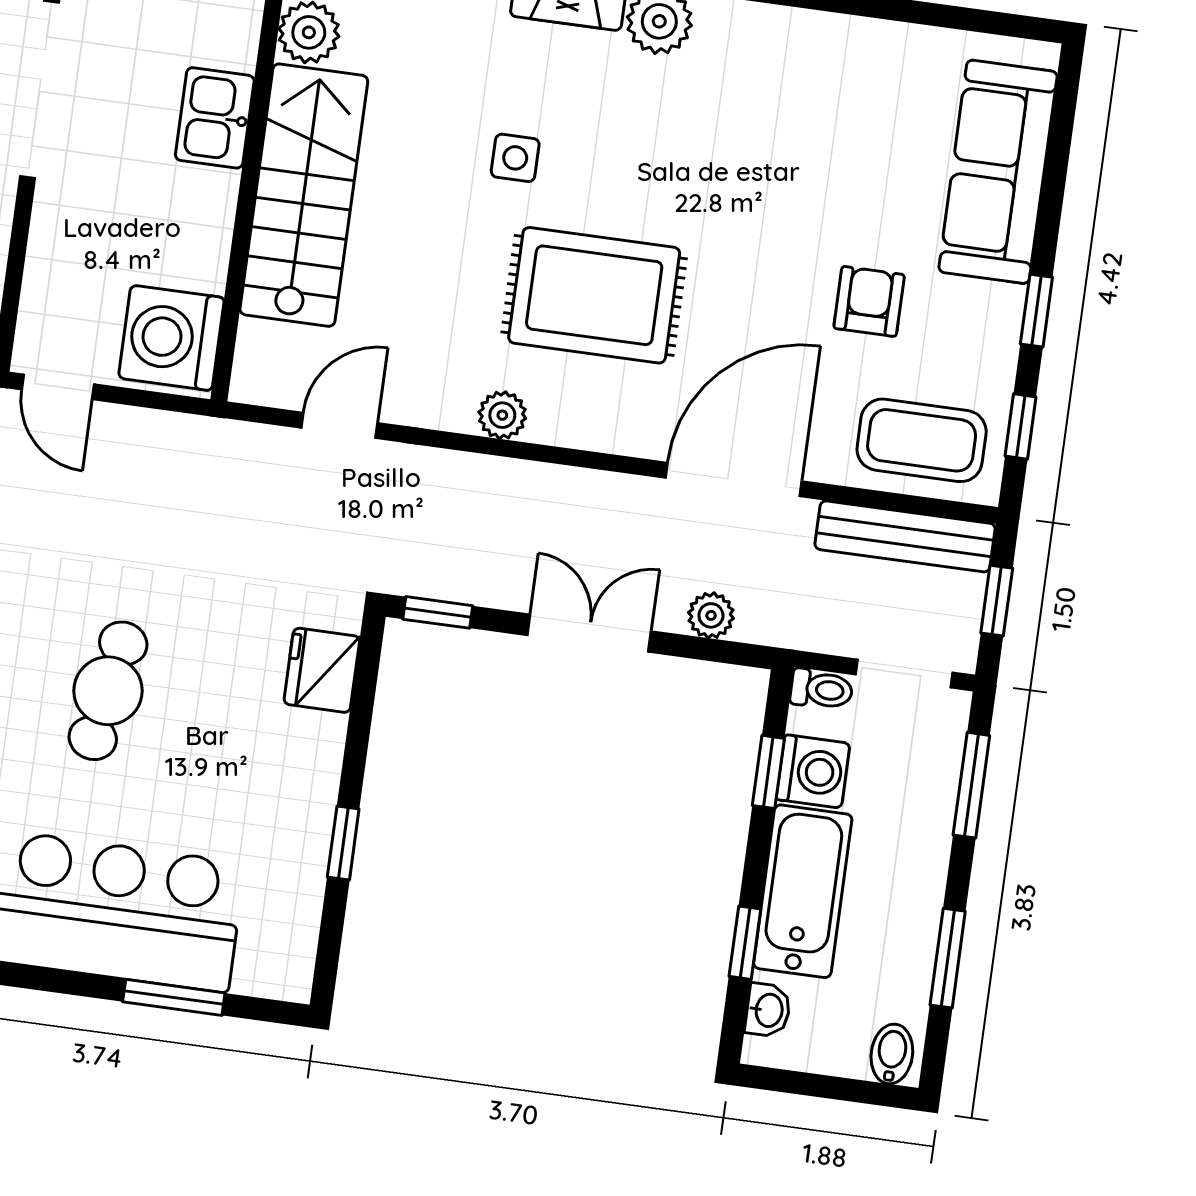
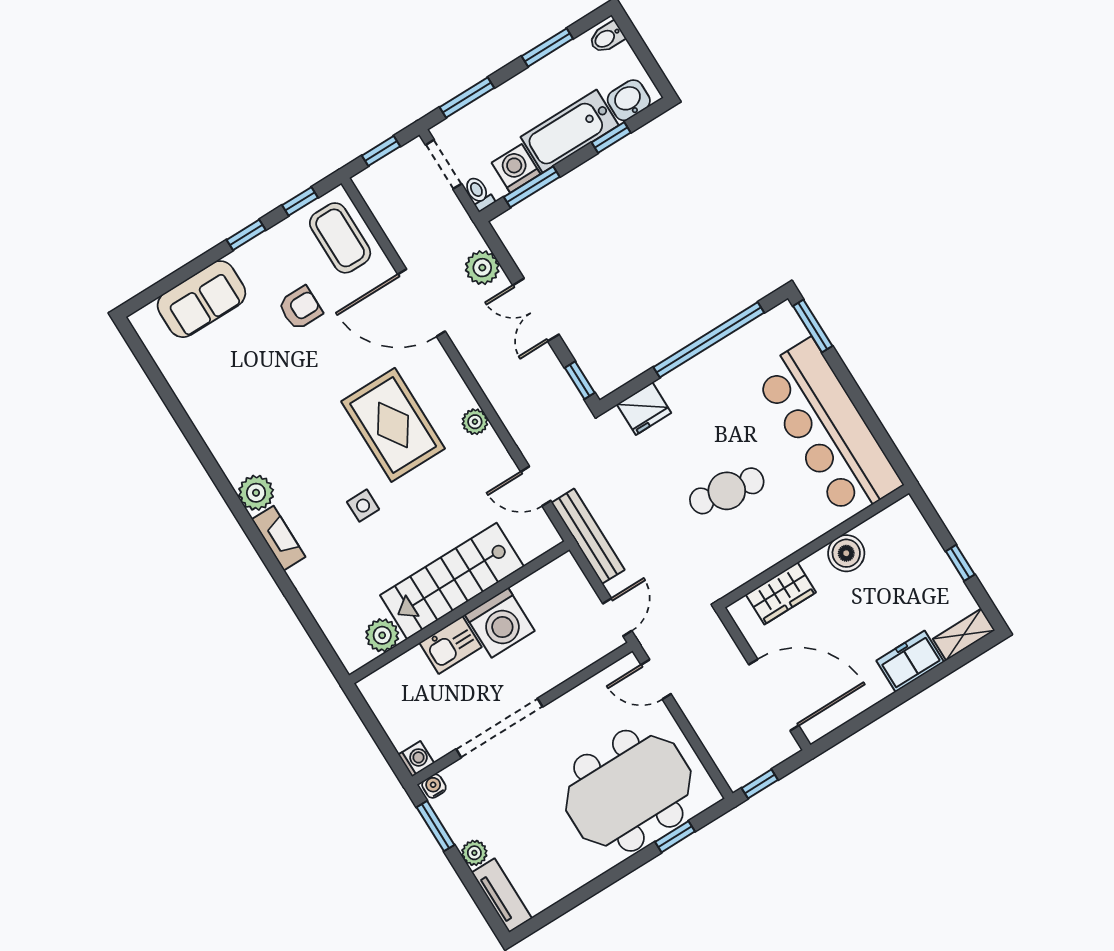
sofa: (998, 172) -> (201, 299), width x0.73
armchair: (869, 301) -> (300, 308), turned 180
washing machine: (171, 338) -> (500, 623), moved
bench: (905, 536) -> (588, 536), moved
plant: (711, 615) -> (482, 268), width x1.38, depth x1.38
window: (768, 772) -> (532, 187), width x1.50
window: (343, 843) -> (709, 340), width x3.17
window: (174, 997) -> (813, 326), moved
washbasin: (768, 1010) -> (629, 100), width x1.38, depth x1.45

